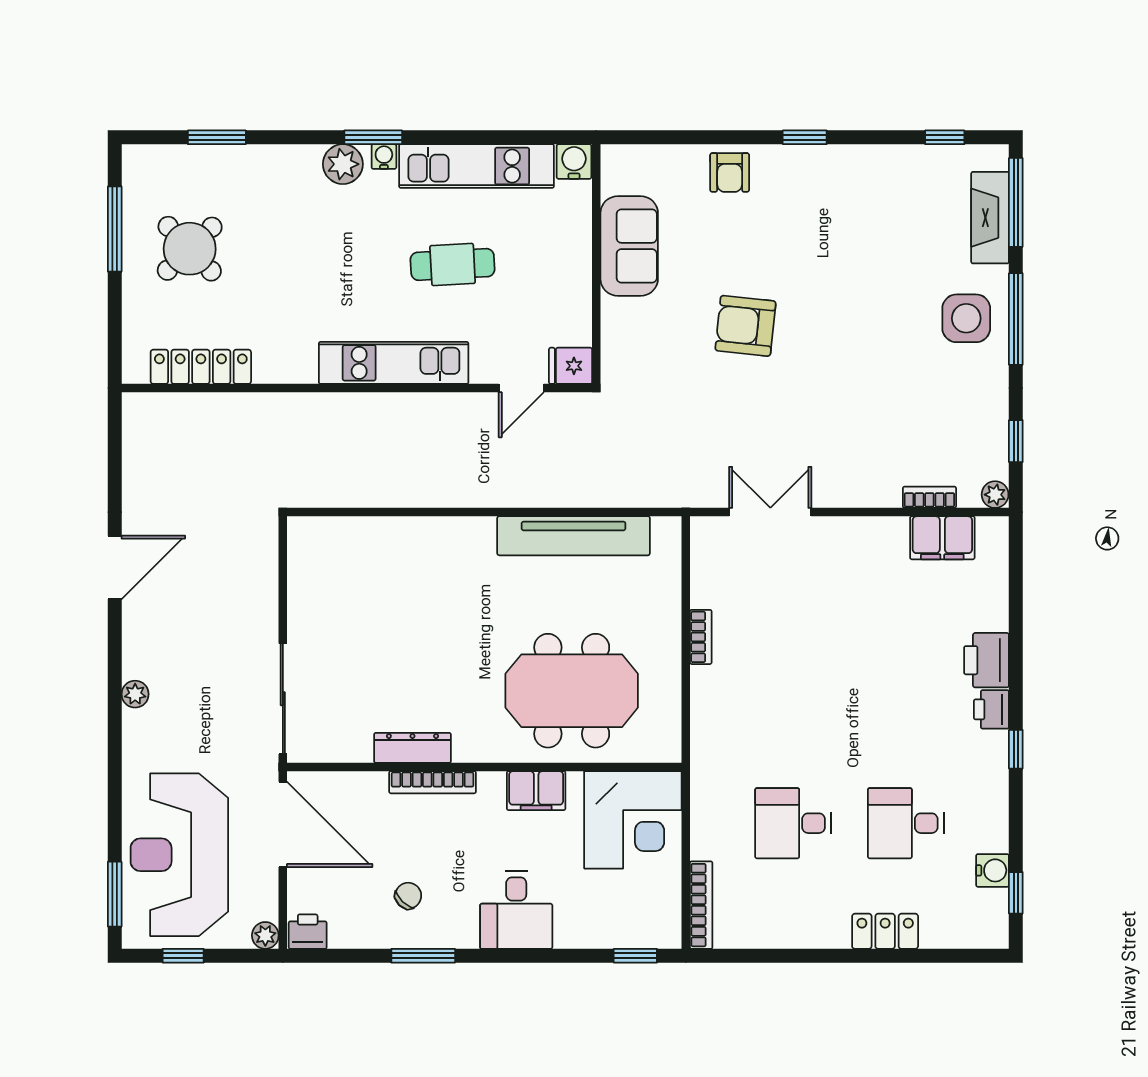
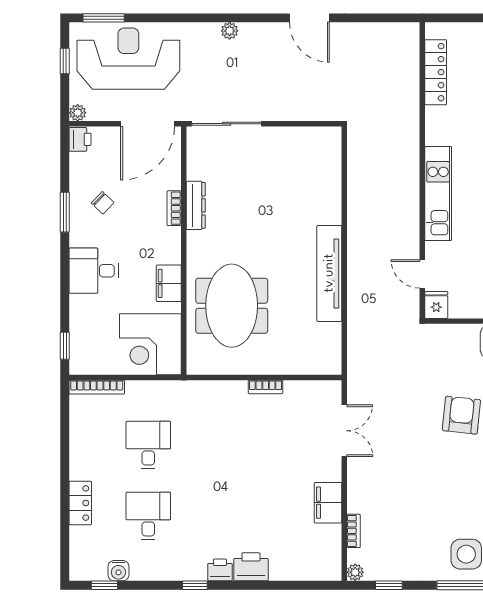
tv unit: (574, 536) -> (329, 273), moved
filing cabinet: (942, 538) -> (328, 503), moved
bookcase: (433, 782) -> (174, 208), width x0.64

